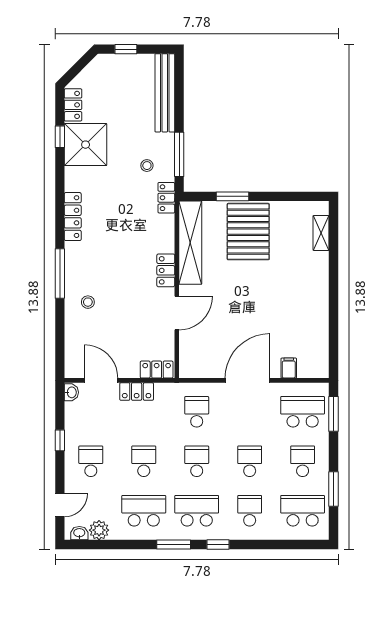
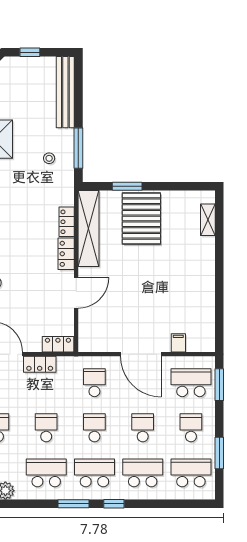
locker: (166, 198) -> (67, 222), moved
door: (247, 380) -> (141, 354), swing flipped
school desk: (250, 511) -> (143, 473), width x1.85

